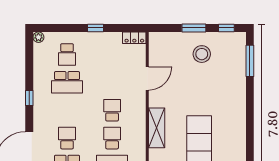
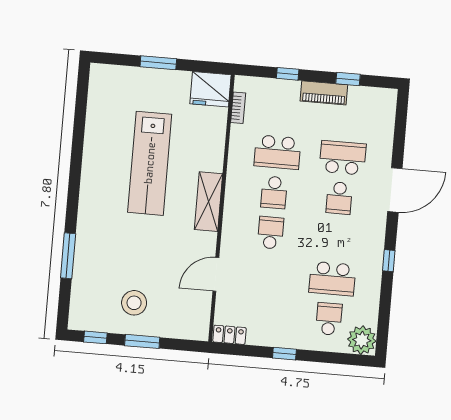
plant: (38, 37) -> (362, 340), width x1.87, depth x1.87
window: (250, 61) -> (68, 256), moved
school desk: (67, 82) -> (332, 279), turned 180
school desk: (112, 110) -> (271, 233), turned 180

